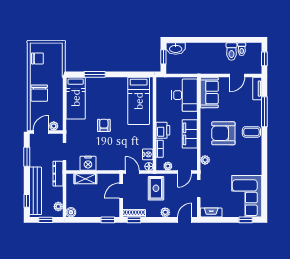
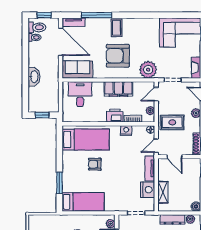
washbasin: (176, 49) -> (34, 77), moved
toilet: (231, 52) -> (37, 27), moved
door: (237, 75) -> (61, 42), width x1.87
desk: (184, 95) -> (80, 94), width x0.73
armchair: (104, 125) -> (95, 164), moved
armchair: (223, 133) -> (118, 56), turned 90
nightstand: (148, 154) -> (126, 131), moved
plant: (205, 160) -> (148, 70), width x1.88, depth x1.88
tv unit: (109, 166) -> (150, 168), added
door: (184, 172) -> (156, 94), swing flipped
dresser: (58, 174) -> (172, 219), moved

